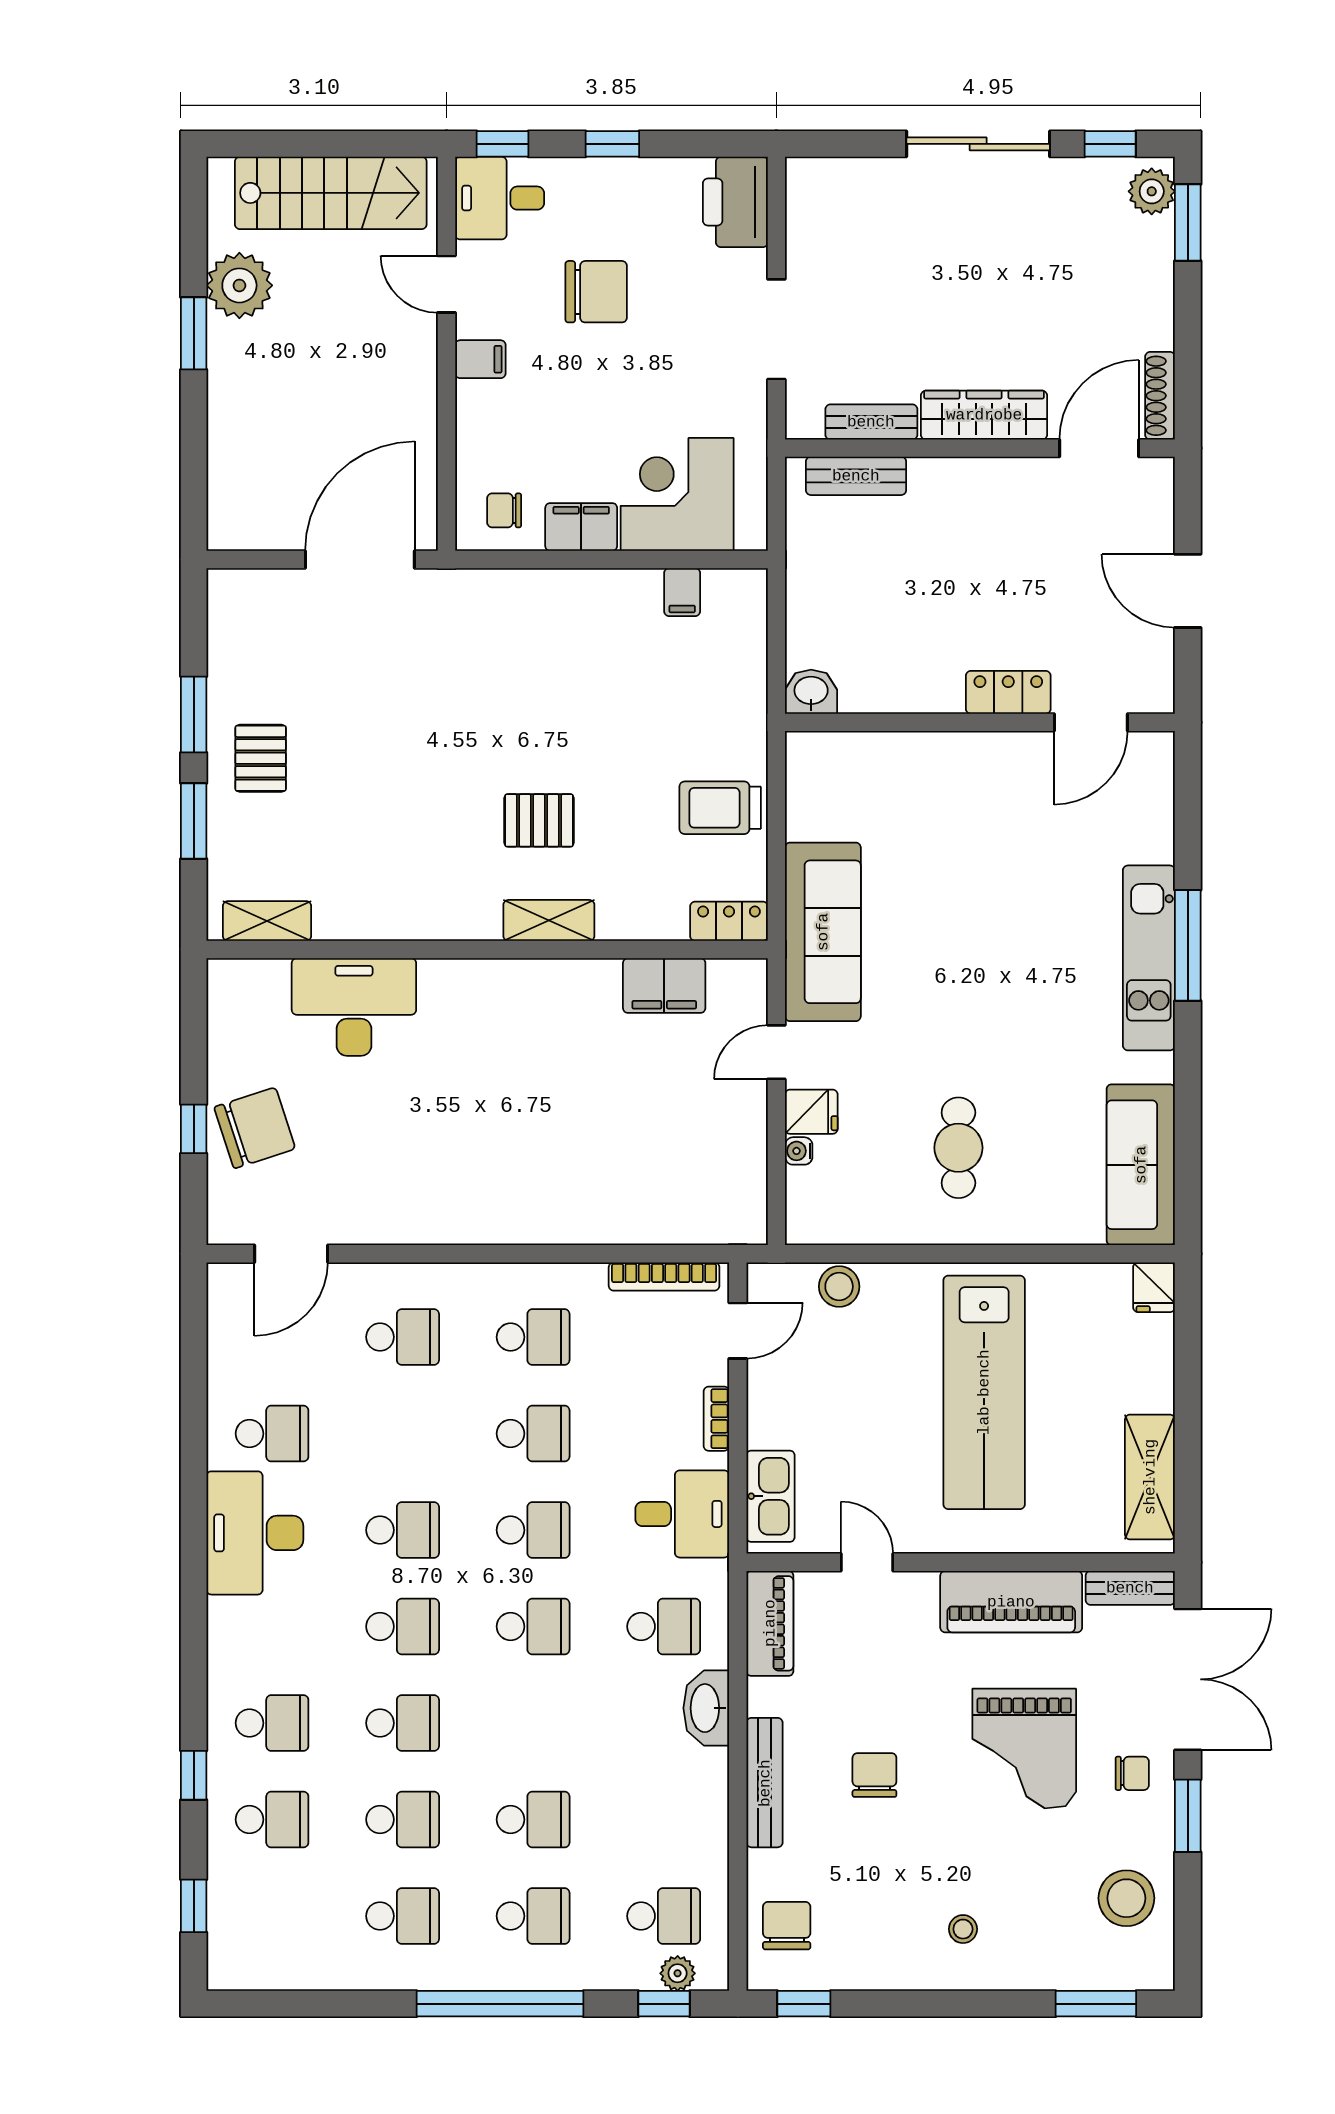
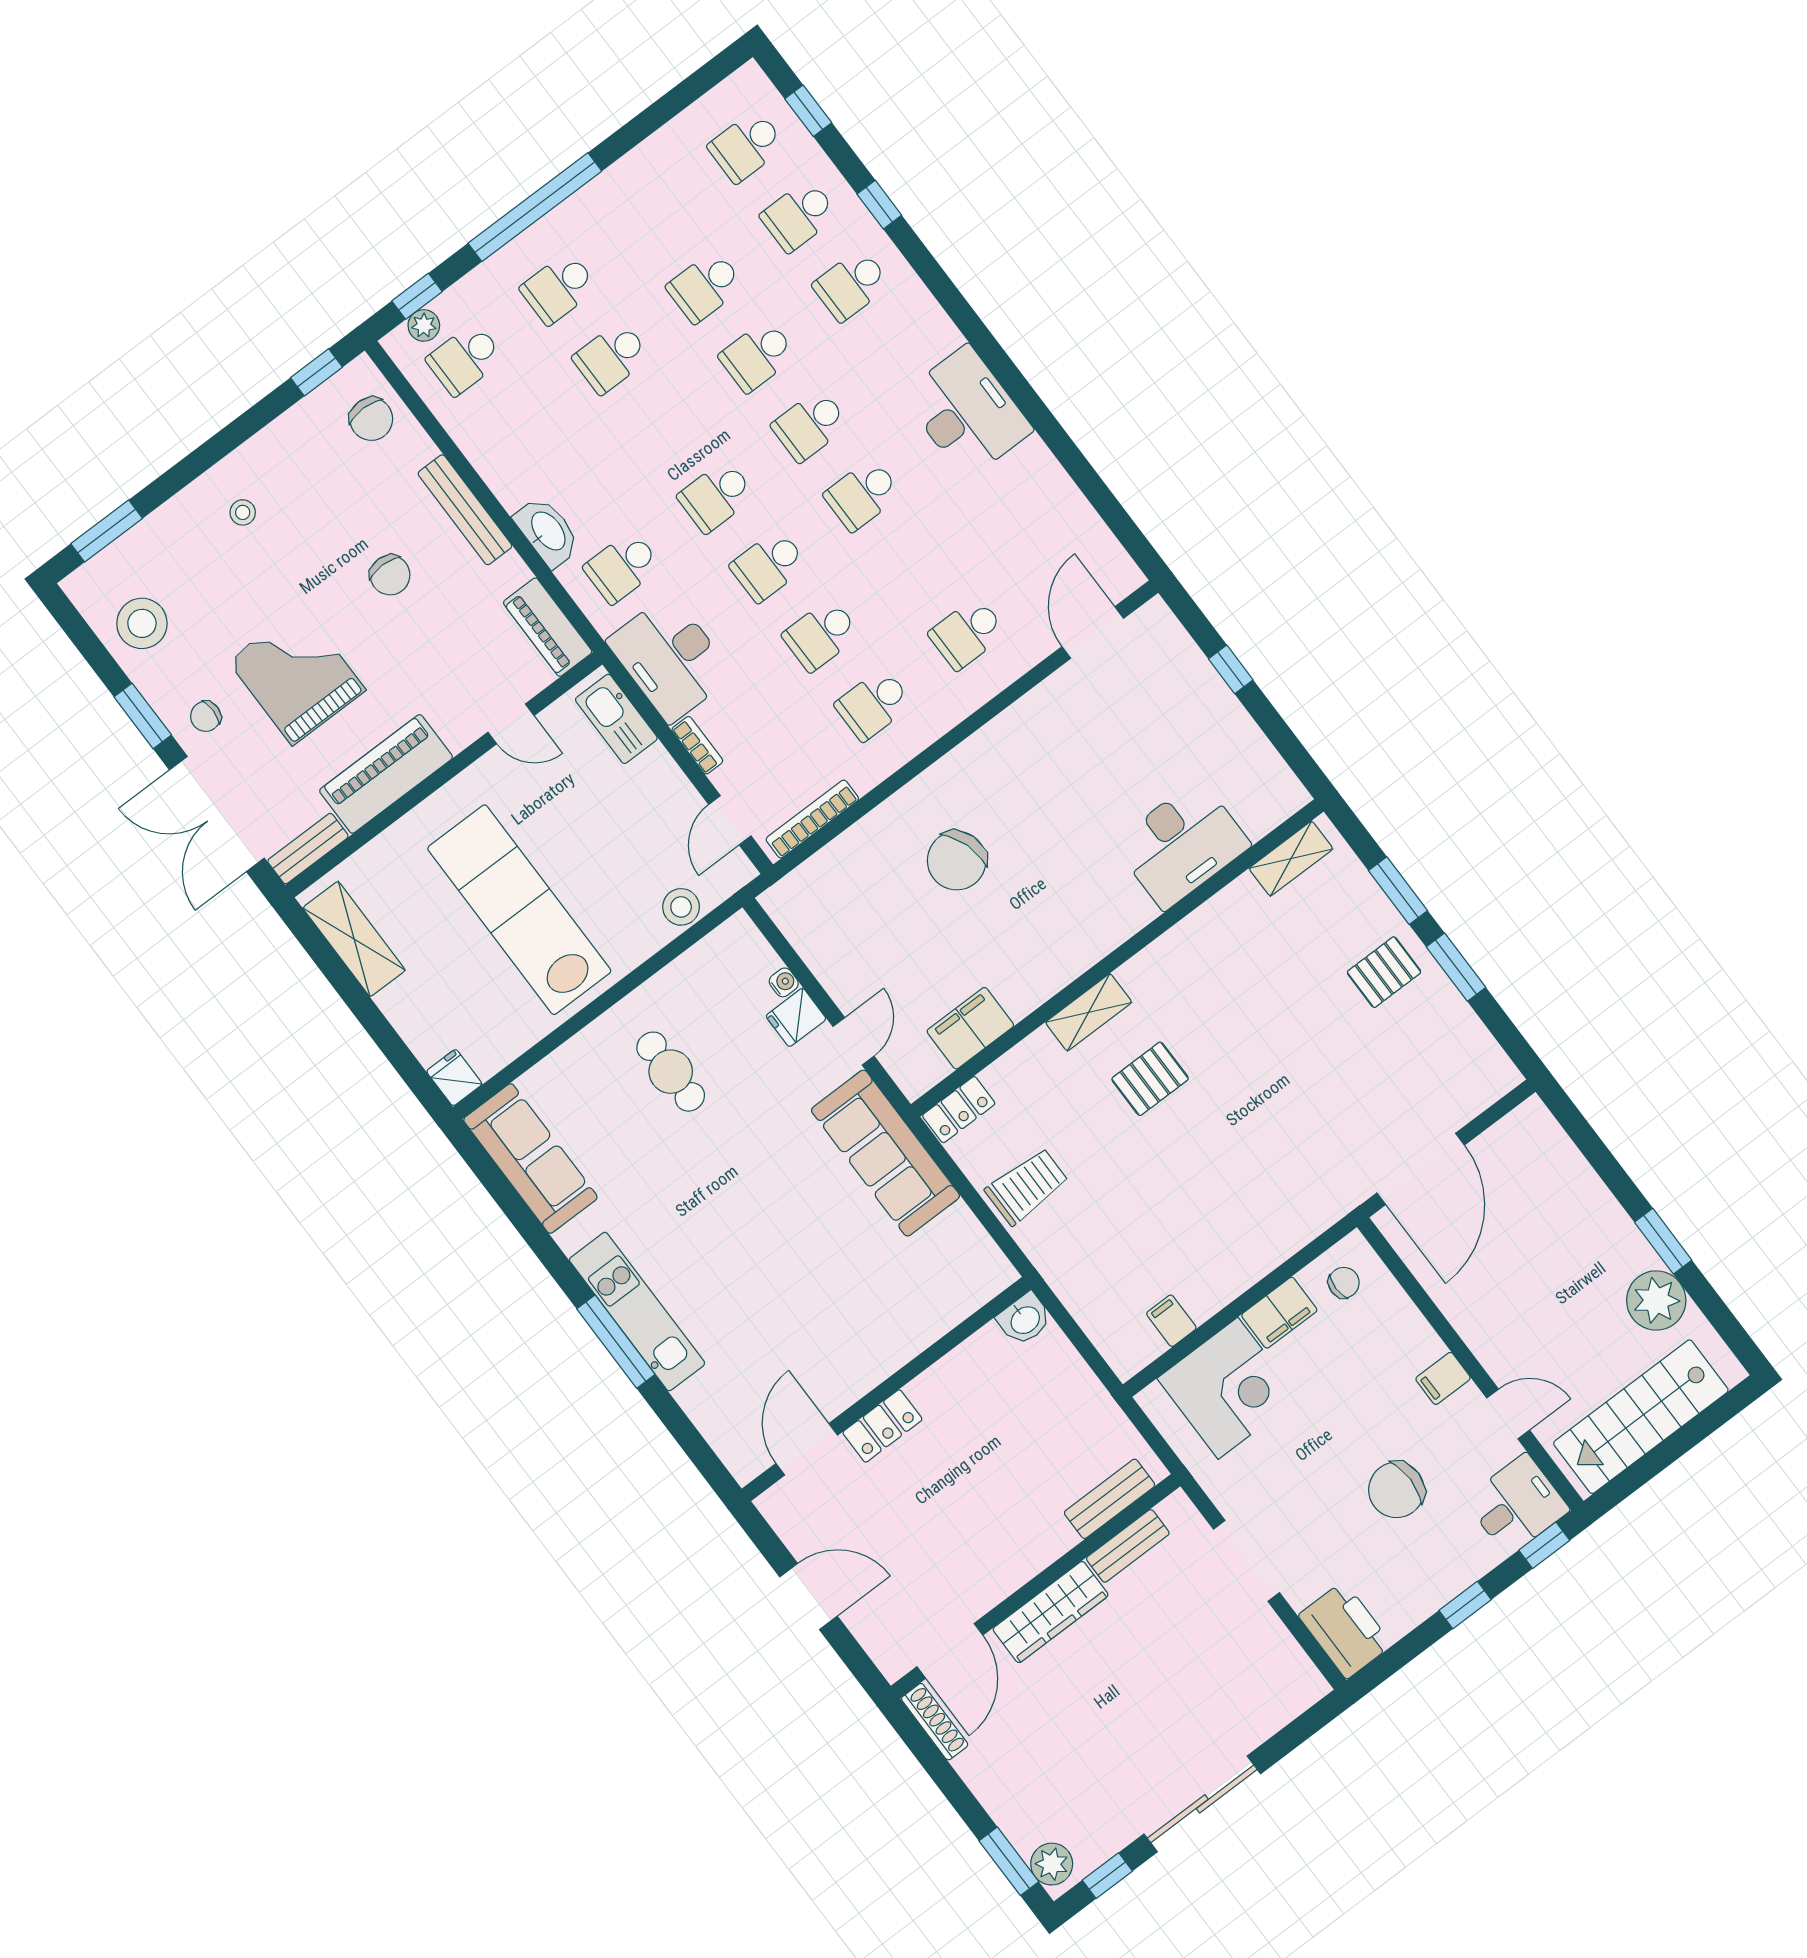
pallet: (261, 758) -> (1384, 972), turned 90
chair: (255, 1128) -> (957, 861), moved
school desk: (272, 1434) -> (1009, 493), removed
desk: (682, 1514) -> (670, 658), width x1.37
school desk: (403, 1916) -> (746, 146), moved

